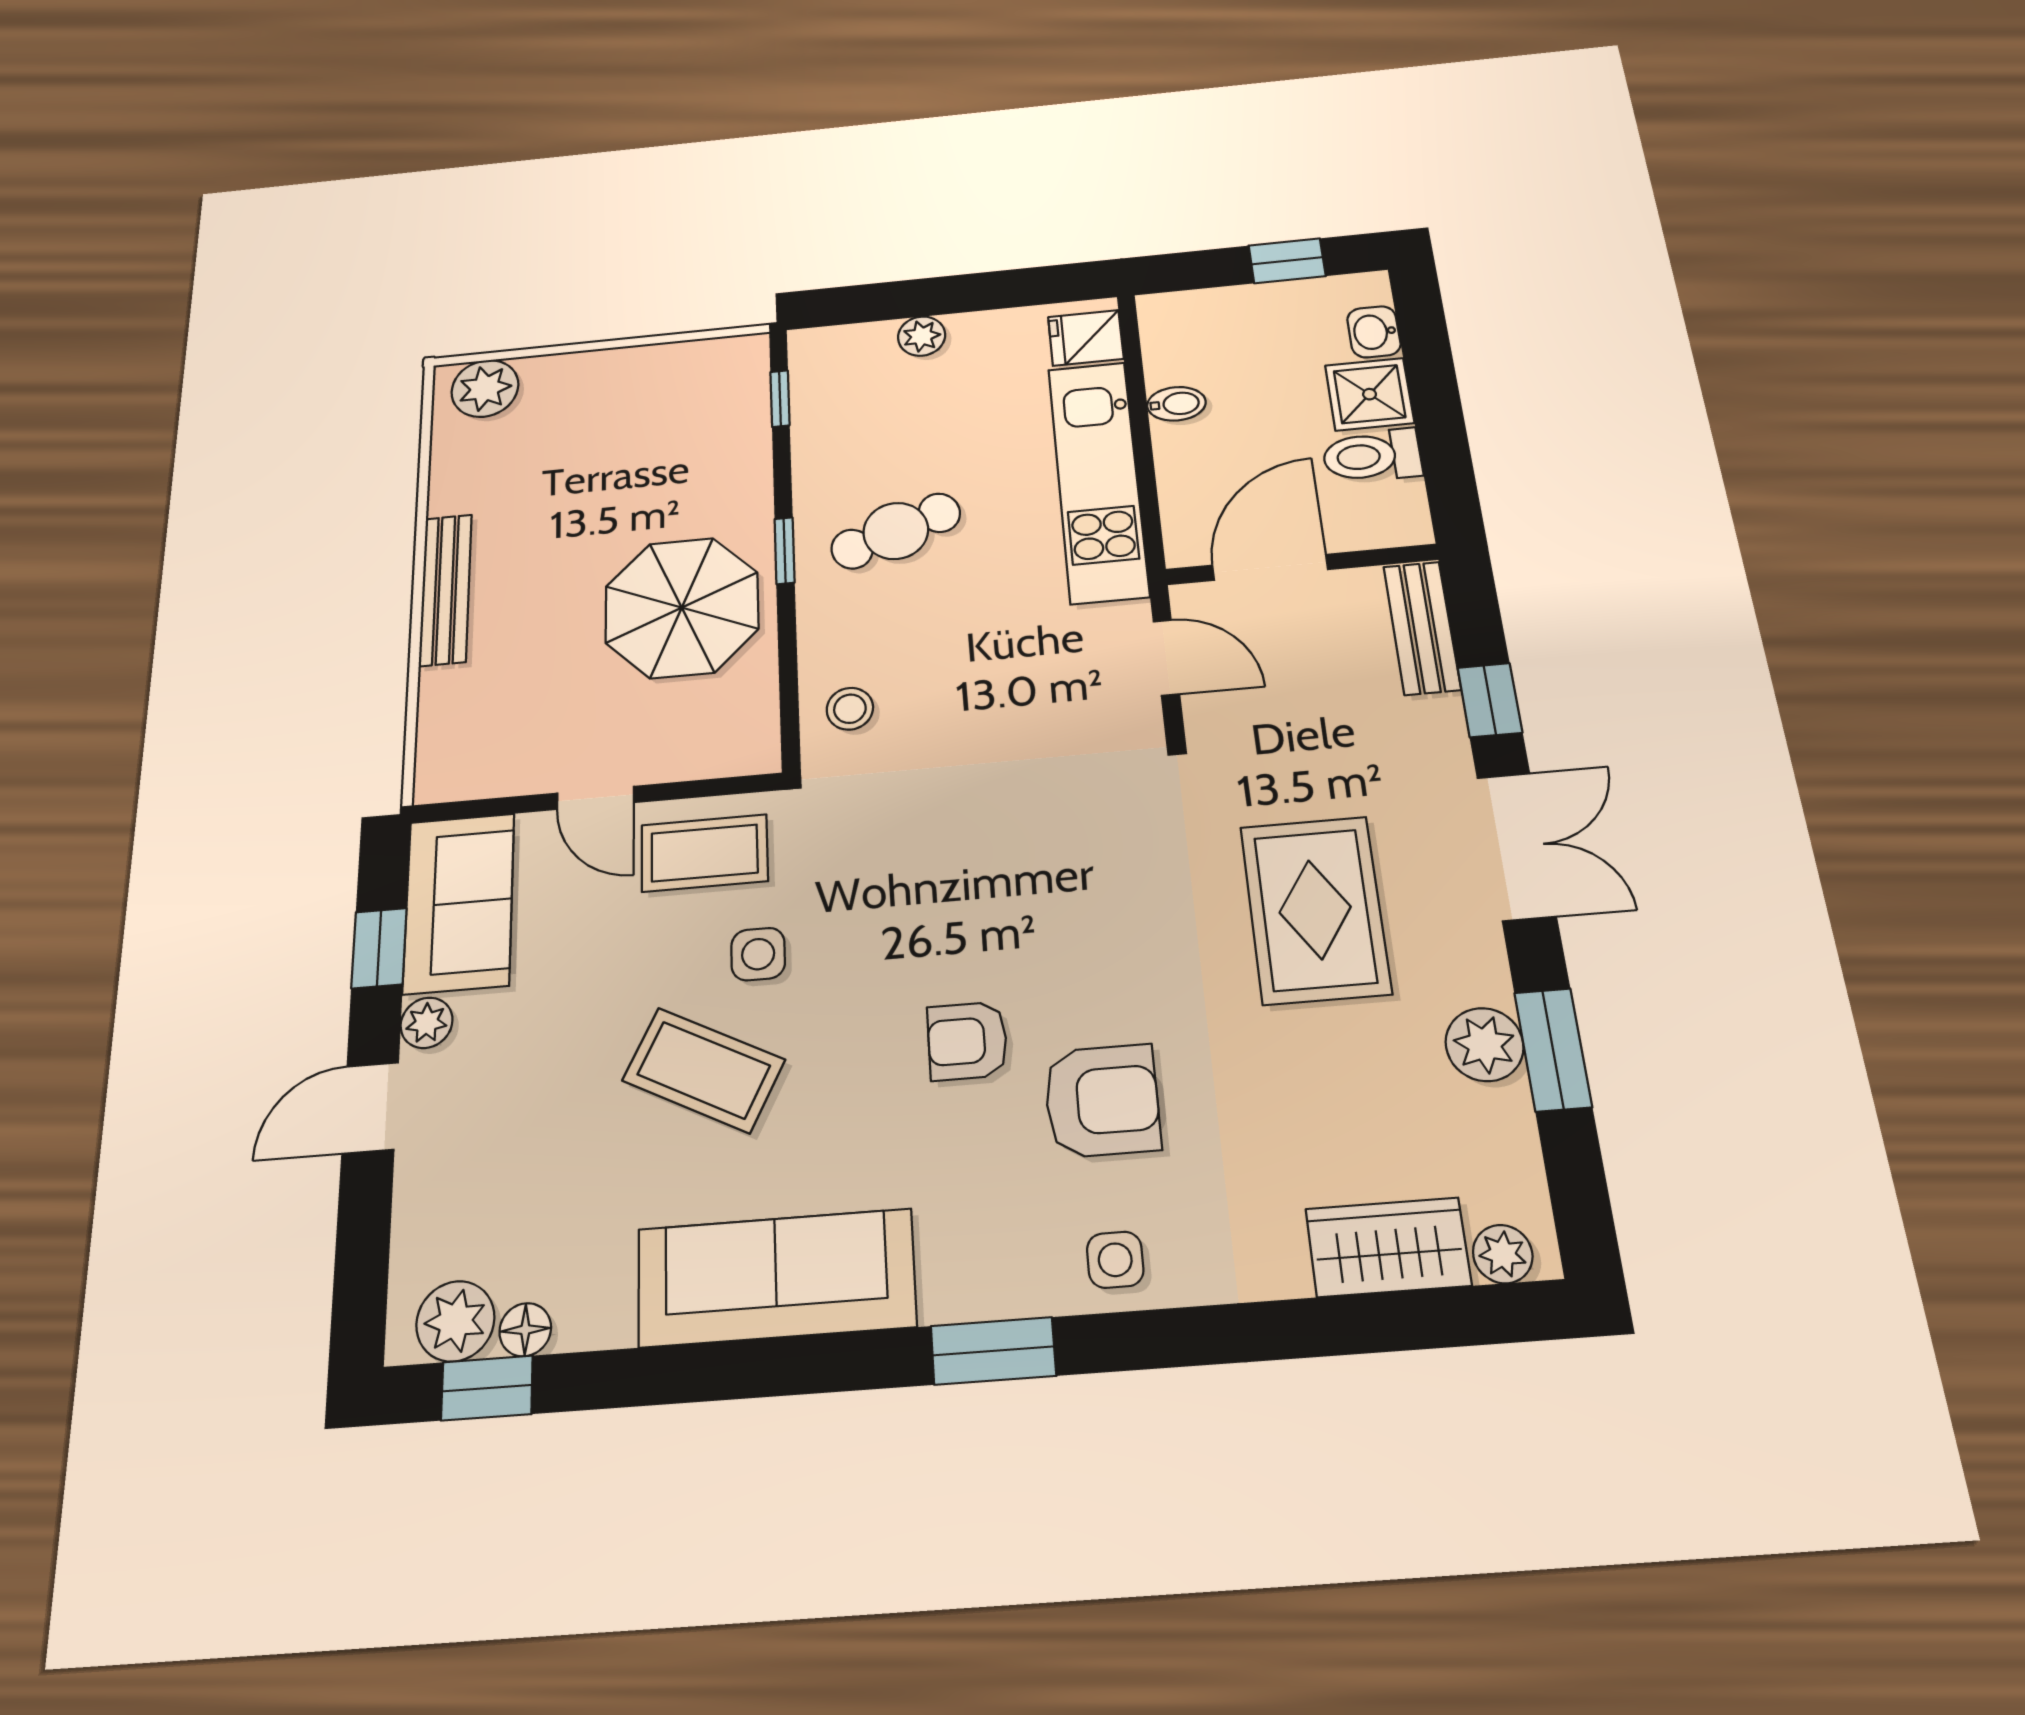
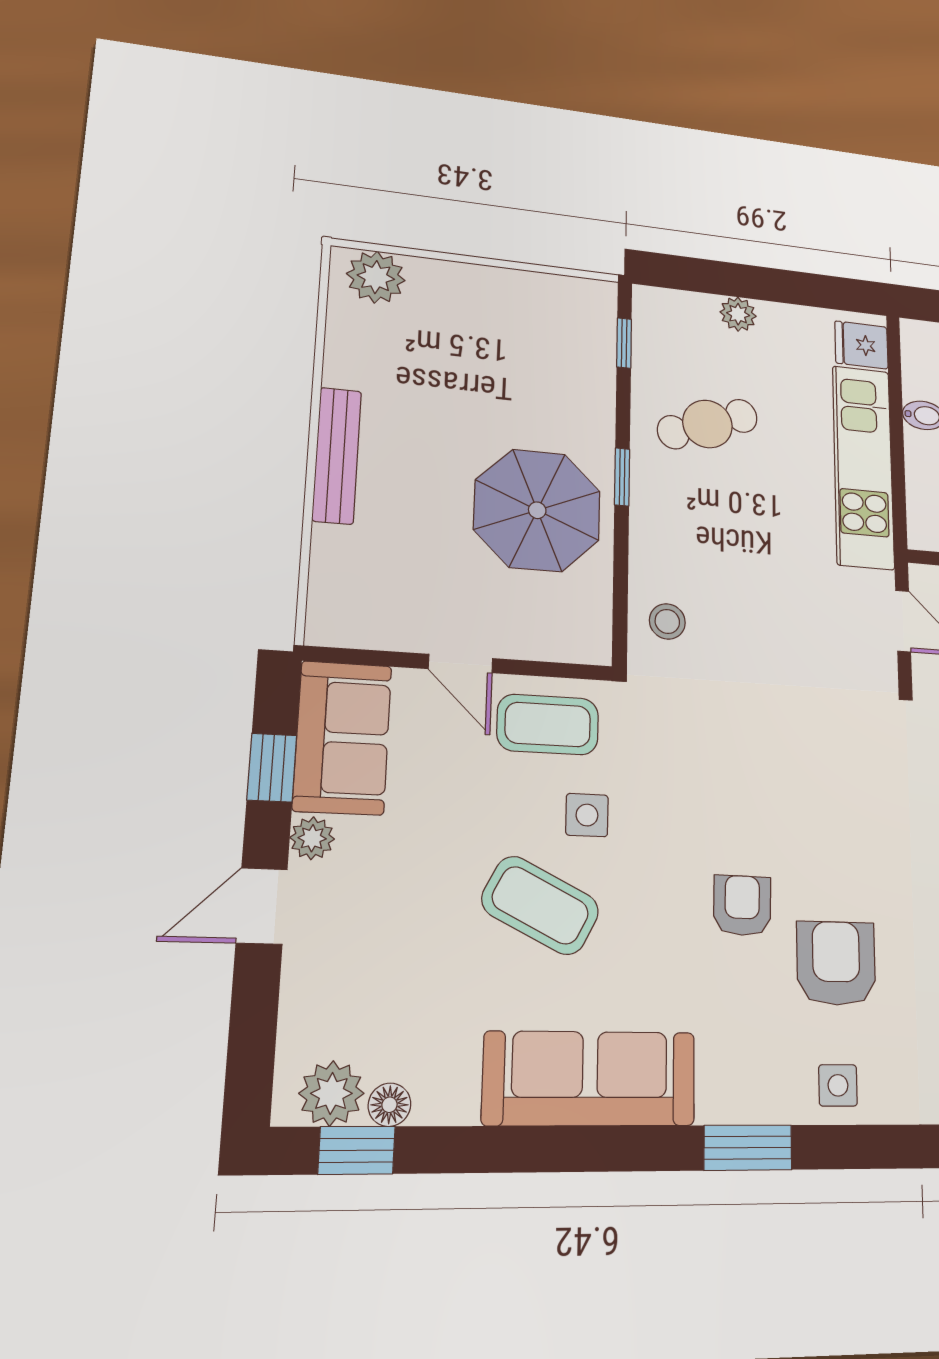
cafe table: (896, 531) -> (707, 424), moved
armchair: (967, 1041) -> (742, 905), turned 91
armchair: (1102, 1101) -> (836, 963), turned -90

